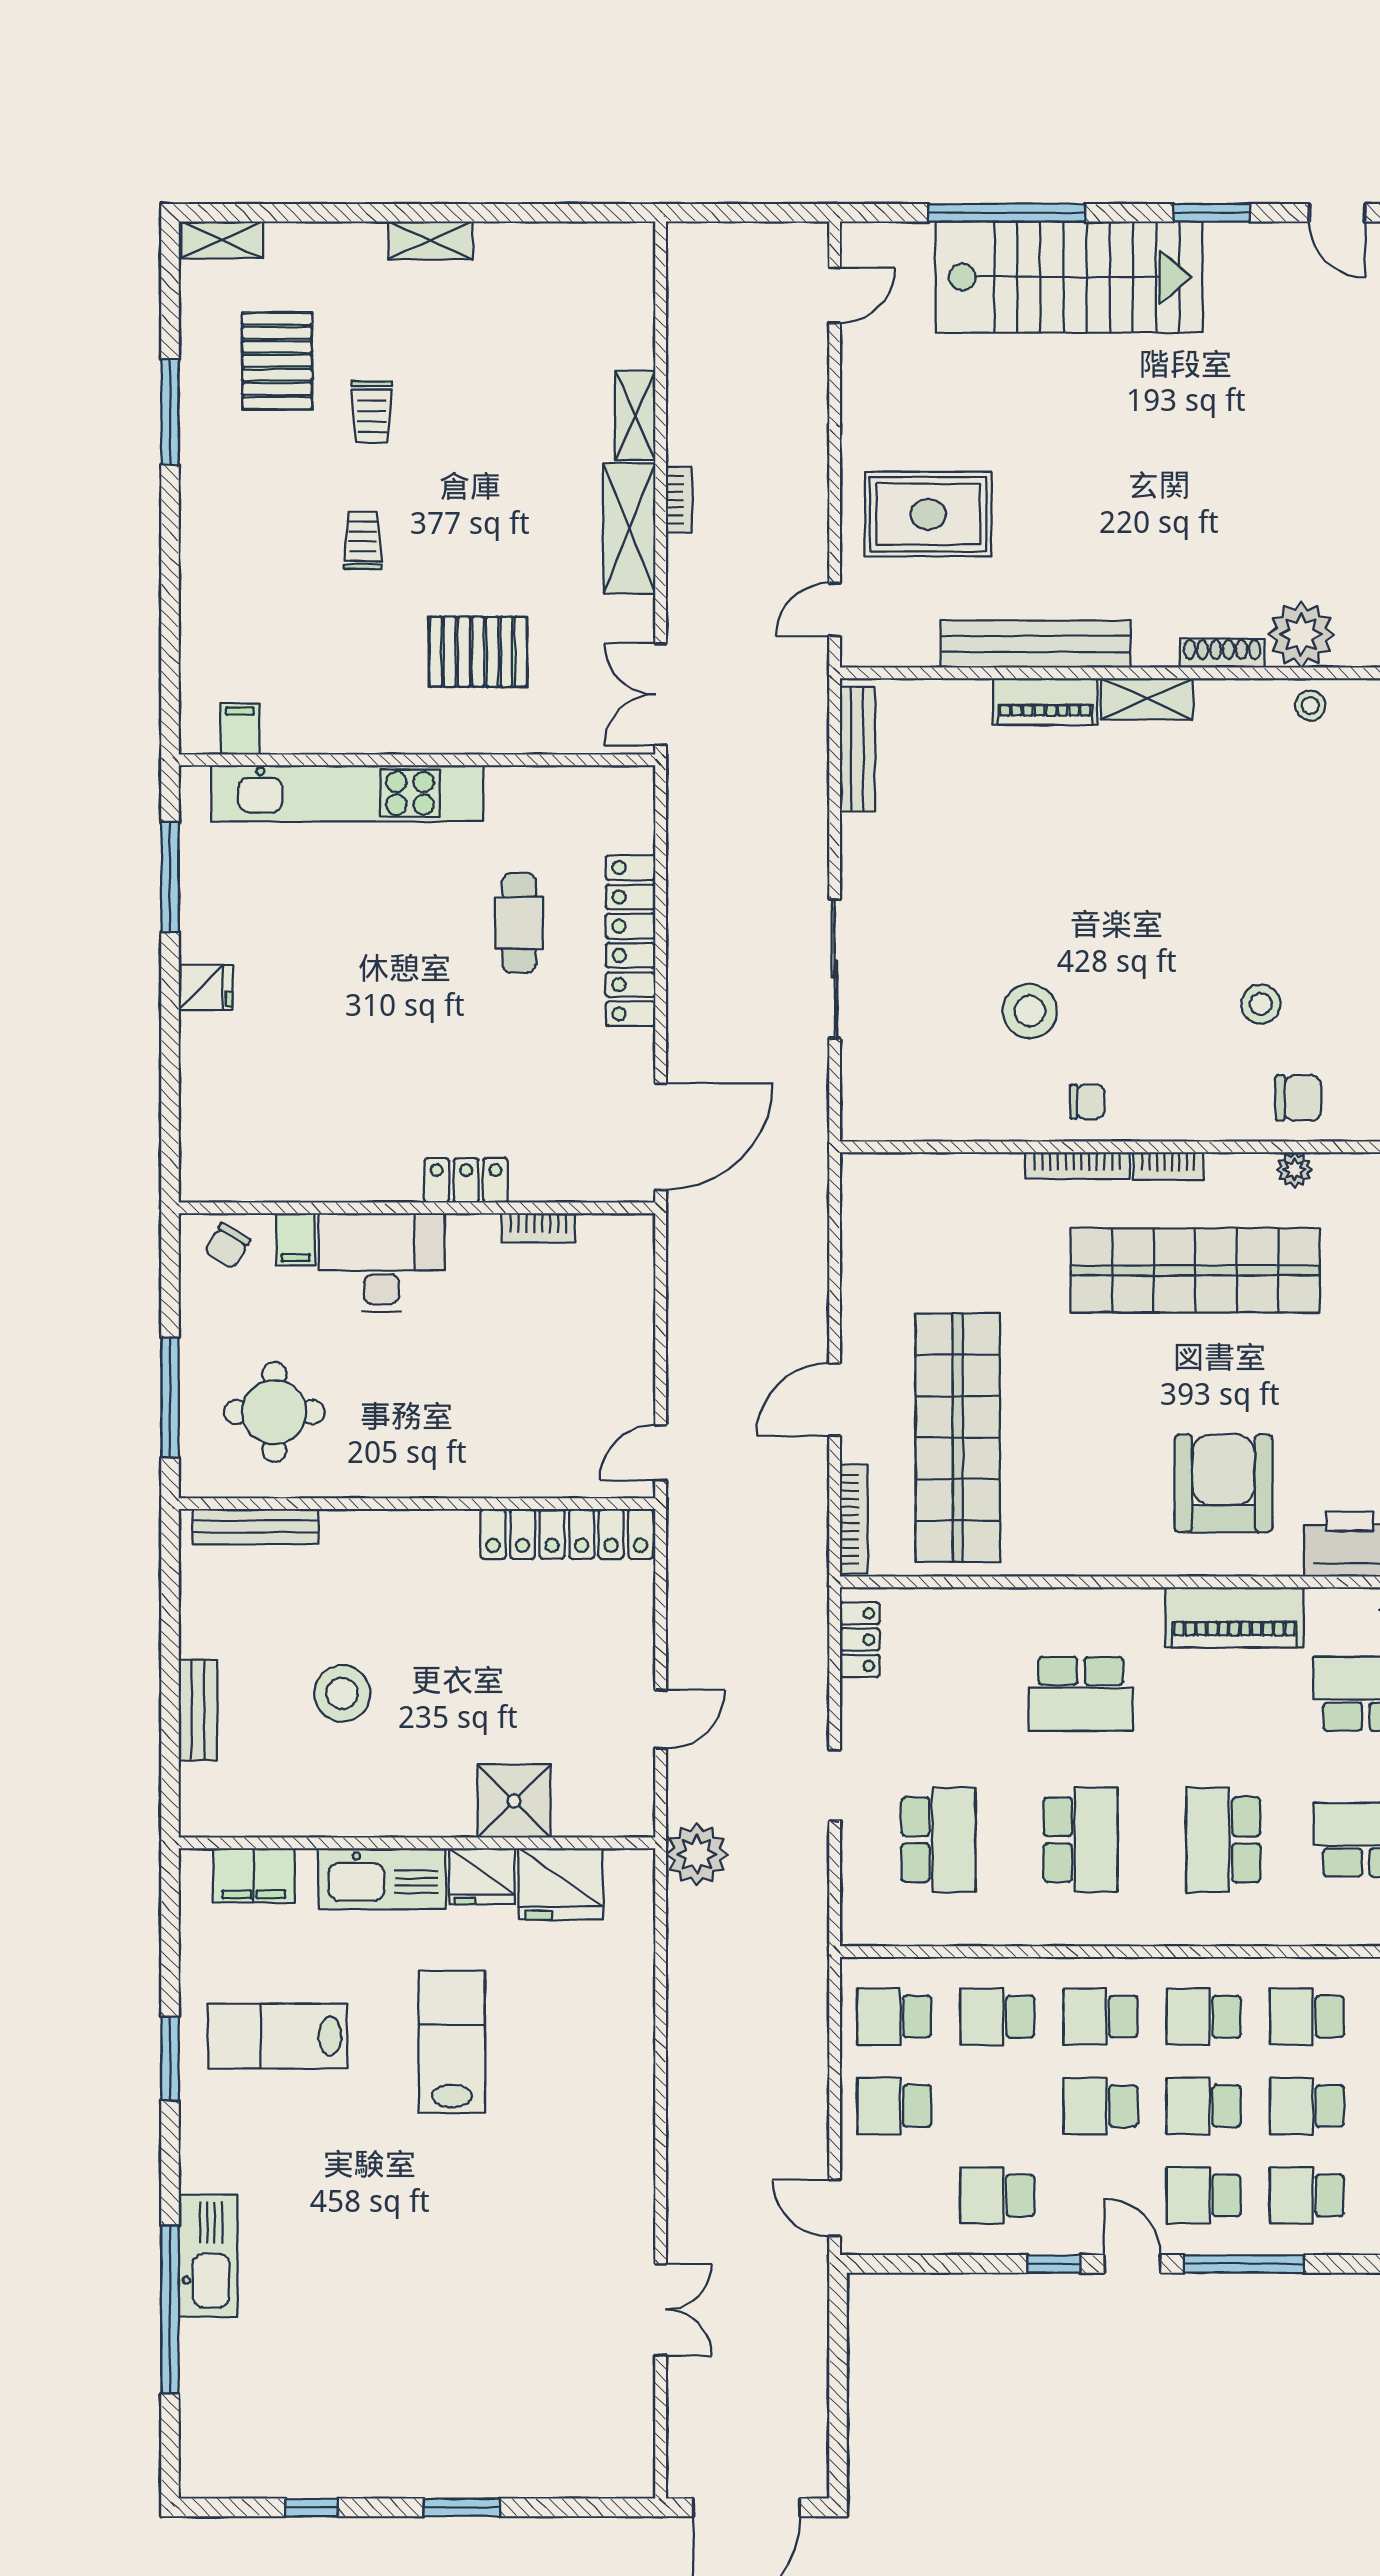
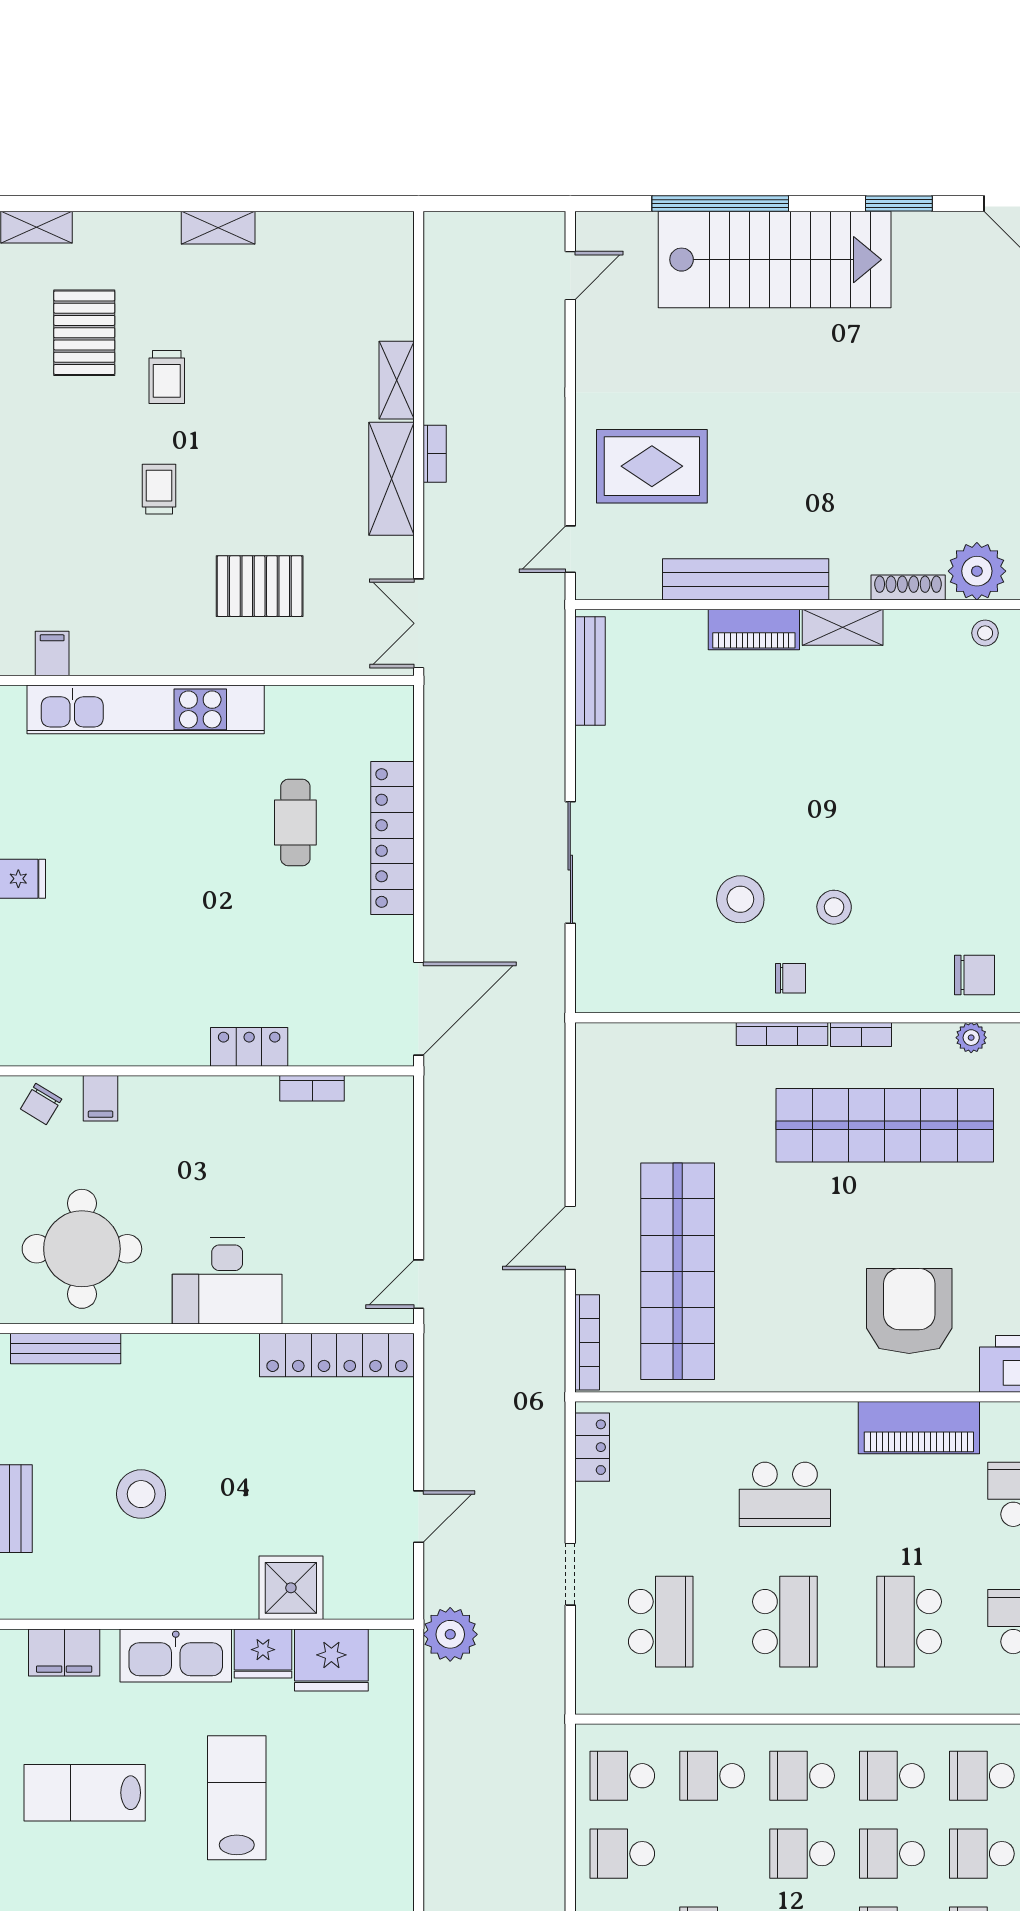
stool: (1261, 1004) -> (834, 907), moved
desk: (382, 1262) -> (227, 1281), moved, turned 180
round table: (274, 1412) -> (82, 1249), width x1.36, depth x1.36

